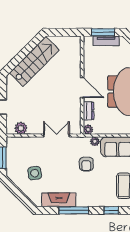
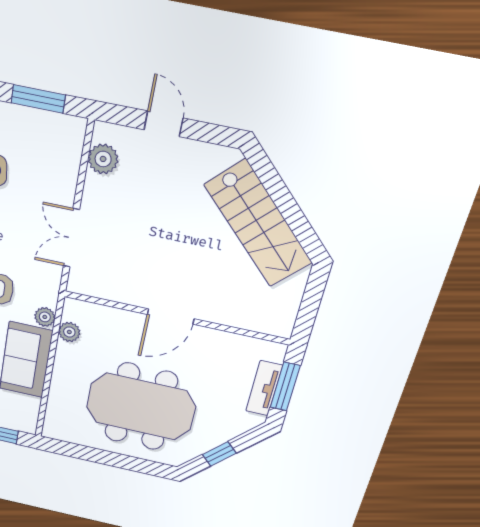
dresser: (89, 111) -> (115, 319), removed
plant: (88, 130) -> (69, 332), moved
double door: (56, 136) -> (71, 238), swing flipped

